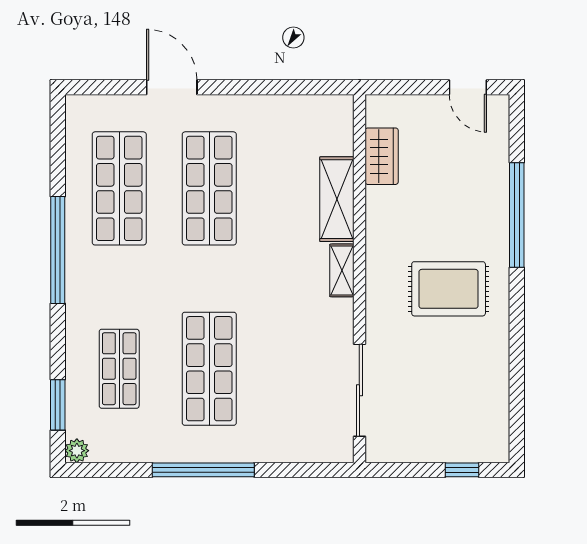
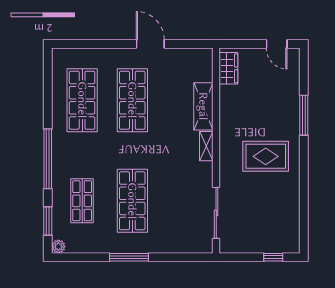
door: (172, 87) -> (150, 44), moved
wardrobe: (382, 156) -> (228, 68), moved
window: (517, 215) -> (304, 115), width x0.68
window: (58, 250) -> (48, 159), moved
window: (203, 470) -> (129, 257), width x0.68

